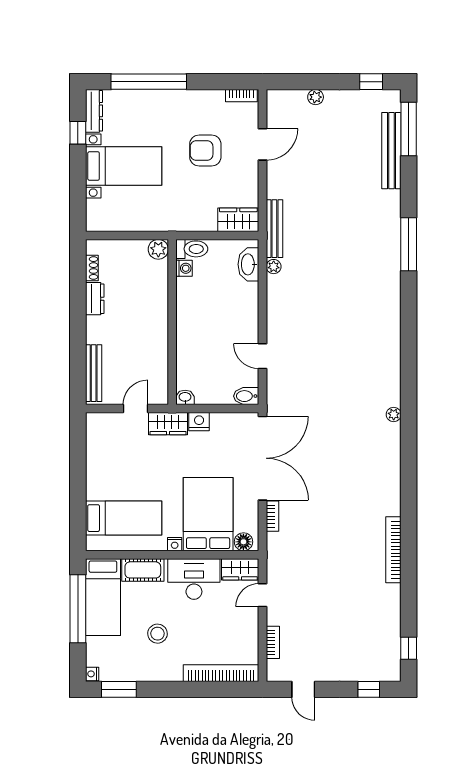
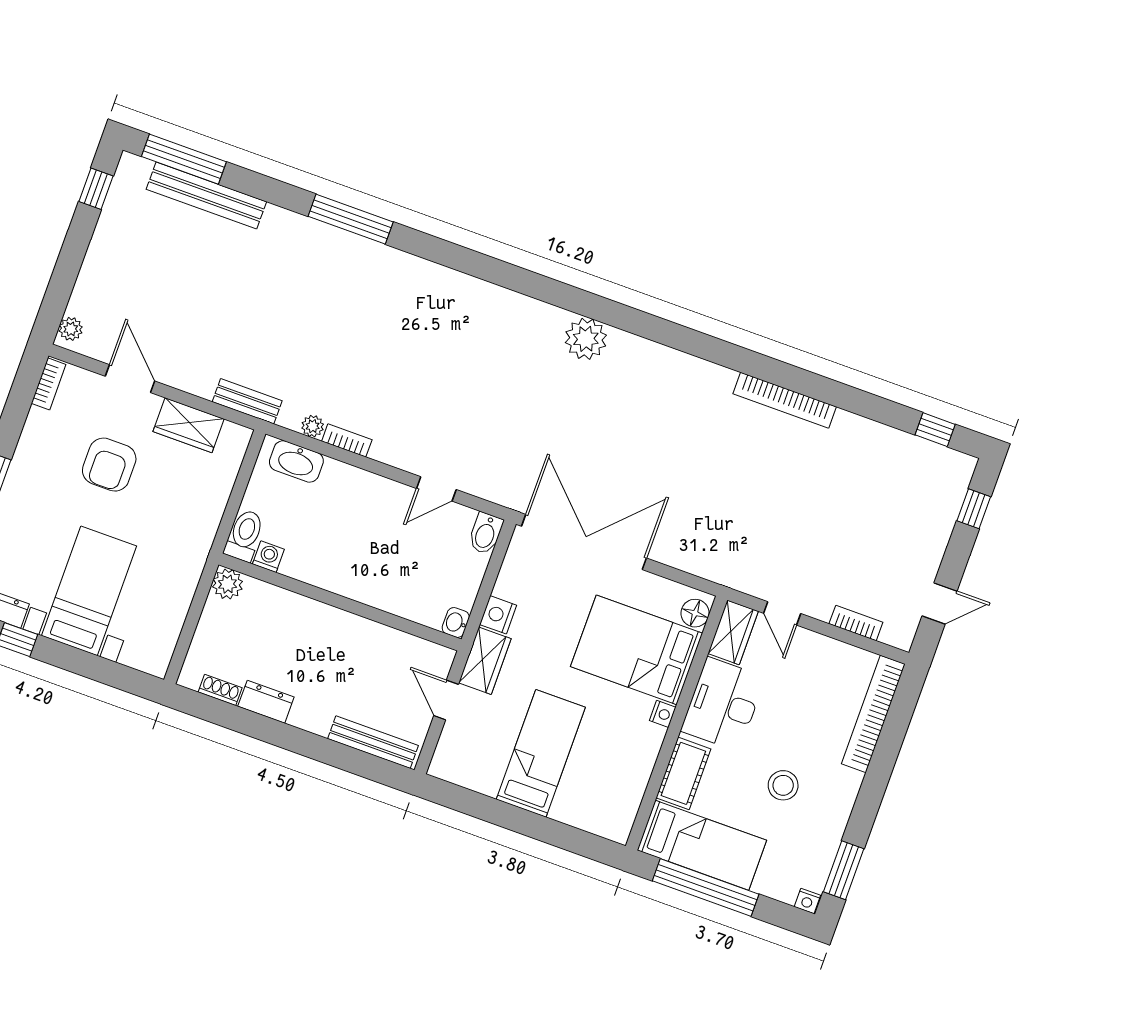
plant: (316, 97) -> (71, 329), moved
wardrobe: (238, 220) -> (188, 425), moved, turned -90
bench: (274, 229) -> (247, 401), width x0.73
plant: (394, 414) -> (586, 339), width x1.87, depth x1.87
bookcase: (272, 516) -> (347, 440), moved
bed: (124, 518) -> (541, 753), moved

